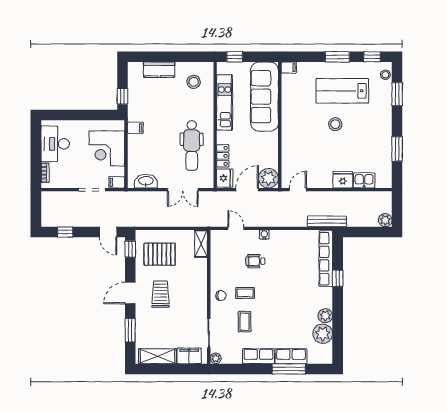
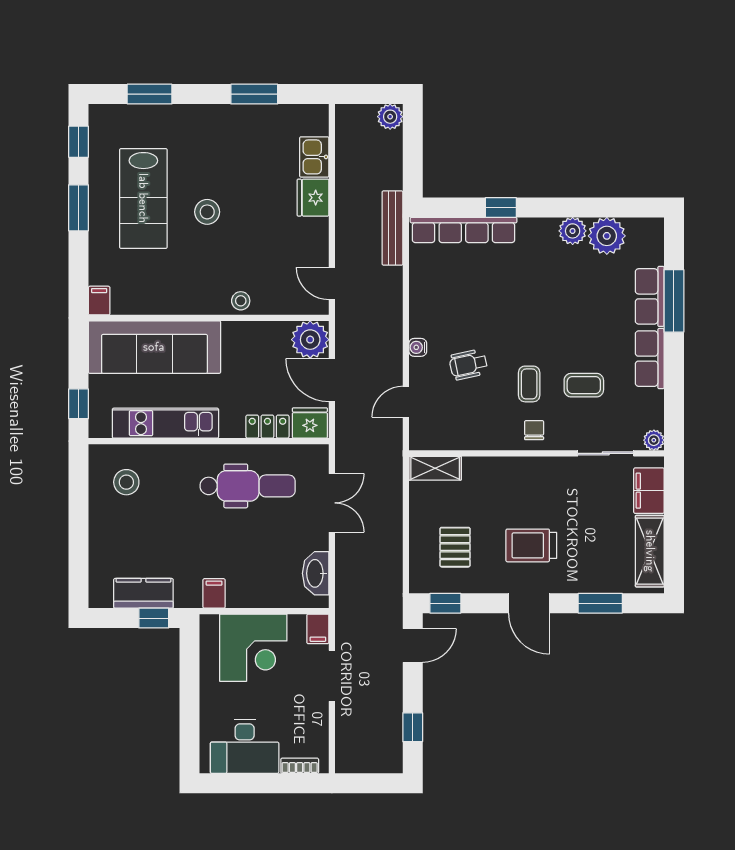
kitchen counter: (159, 70) -> (143, 593), moved, turned -90
stool: (385, 75) -> (241, 301), moved
pallet: (160, 254) -> (455, 547), width x0.67, depth x0.71
wheelchair: (255, 261) -> (468, 365), turned 78

